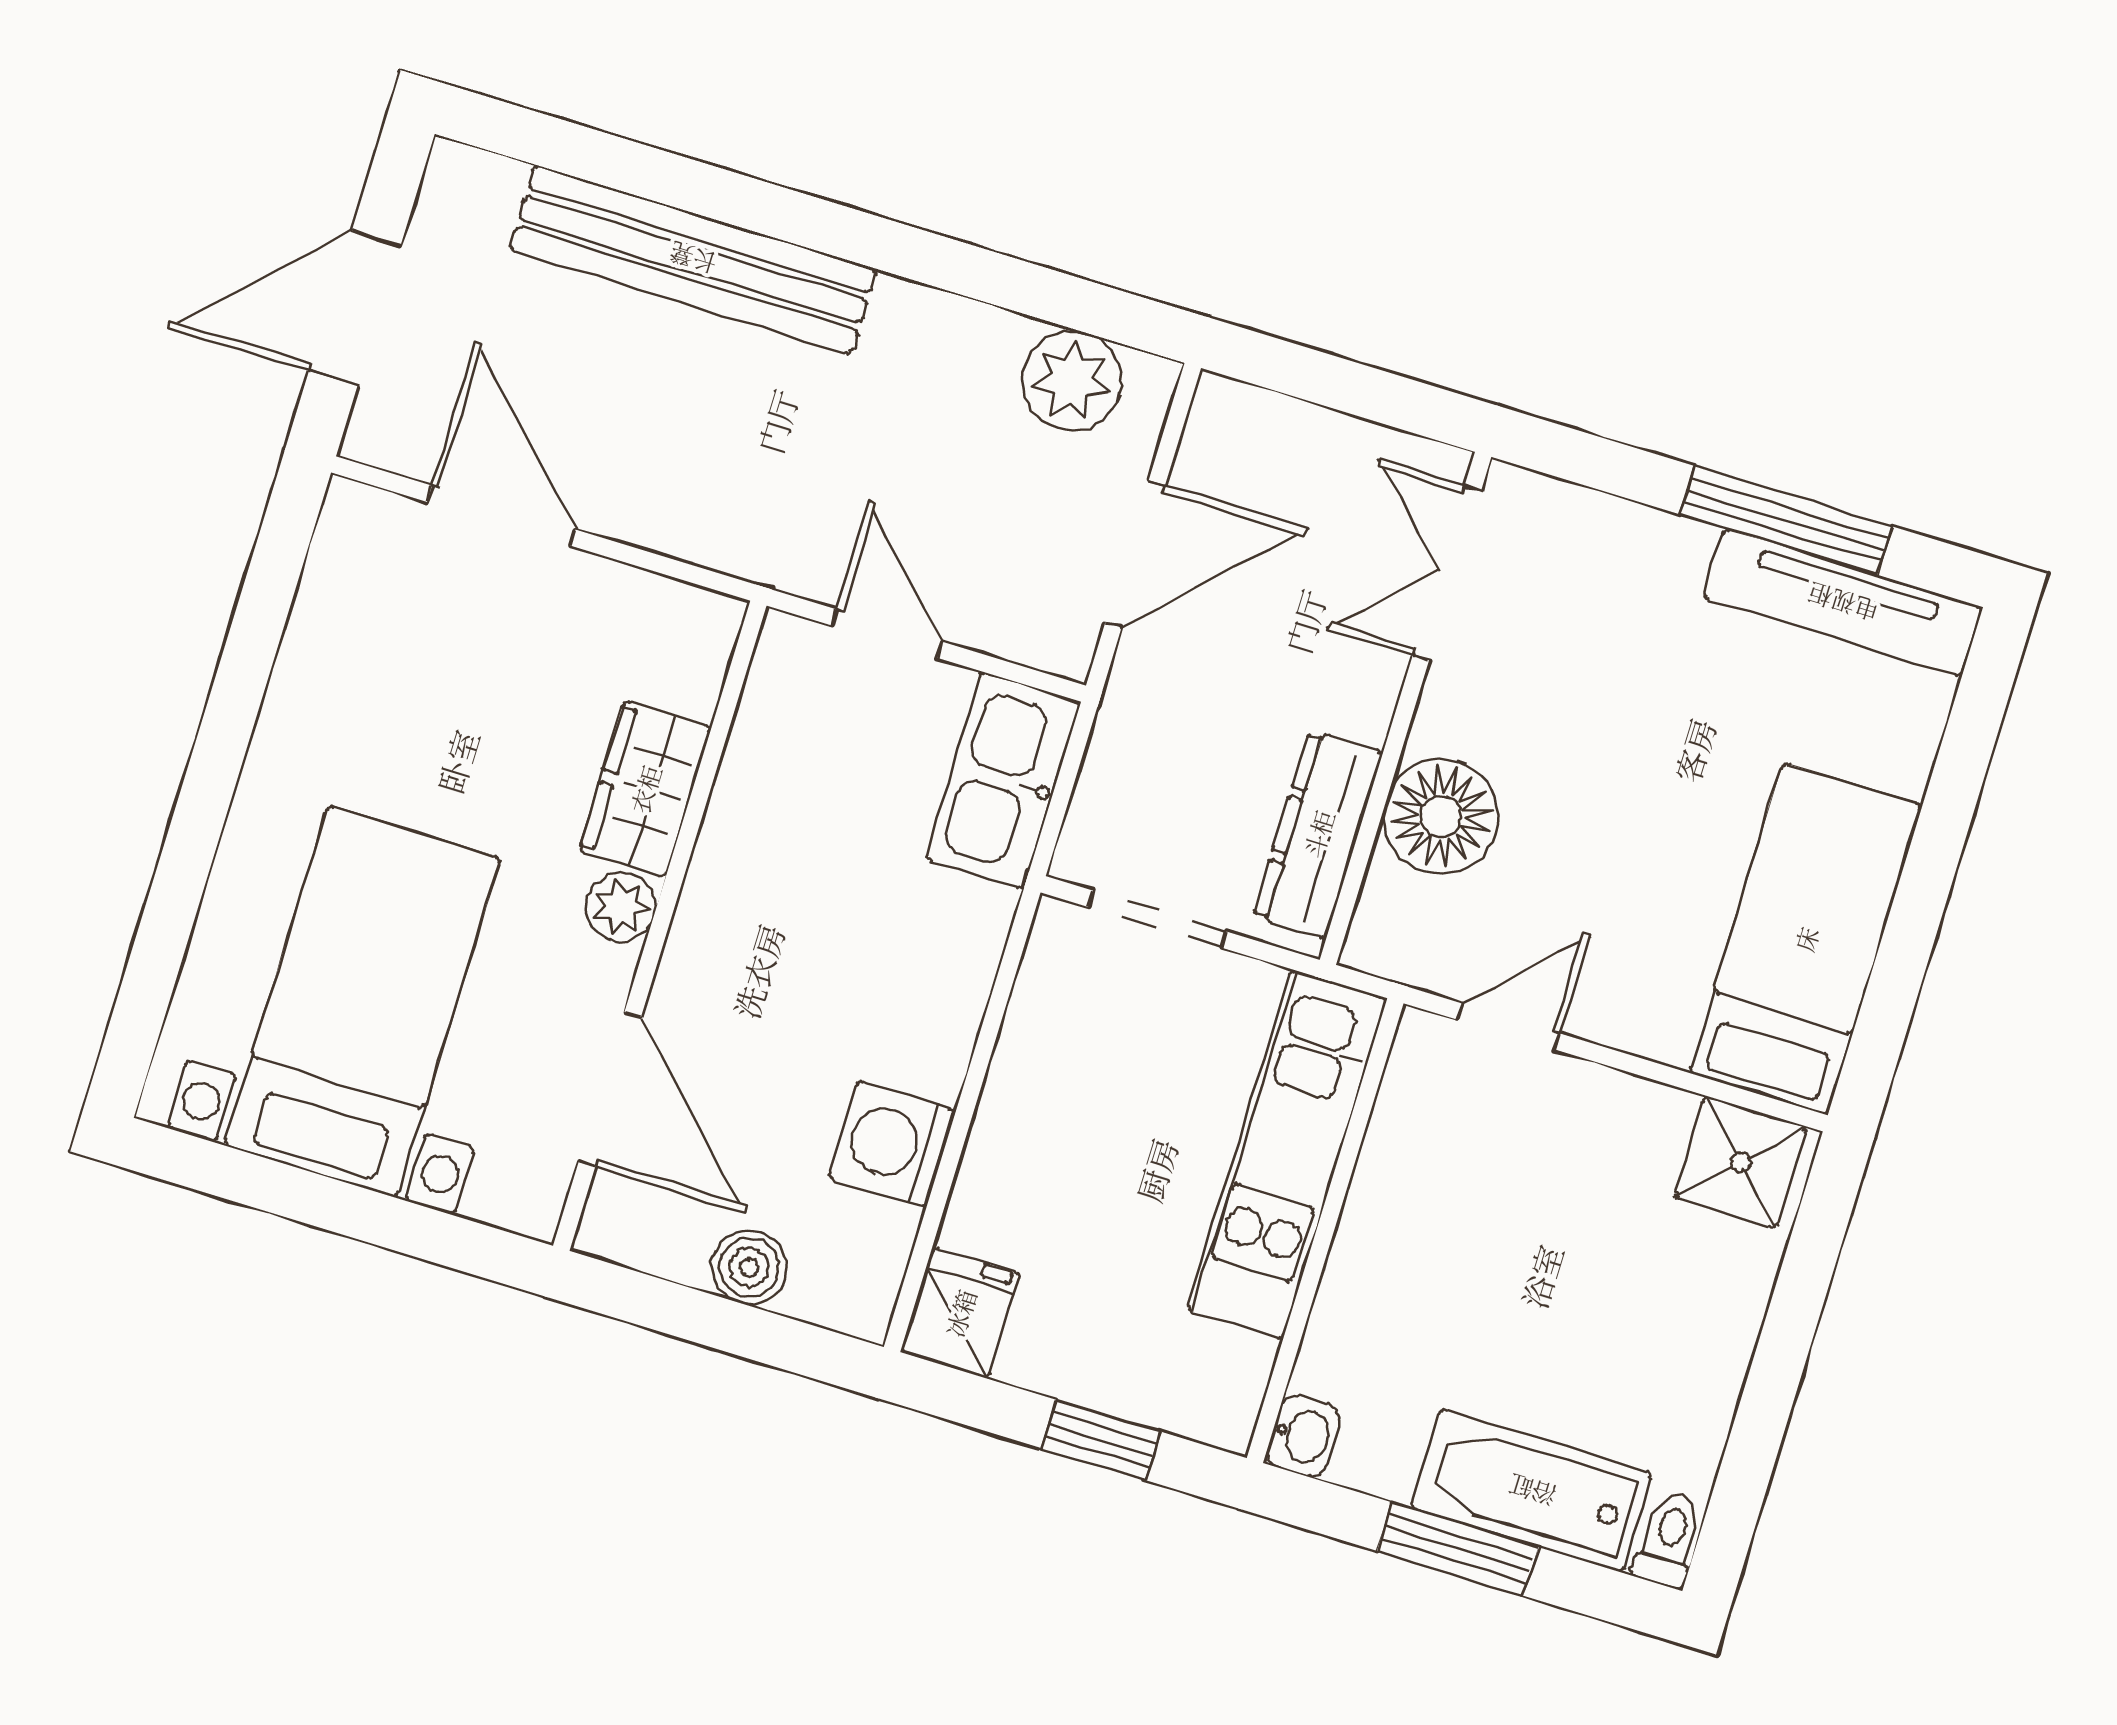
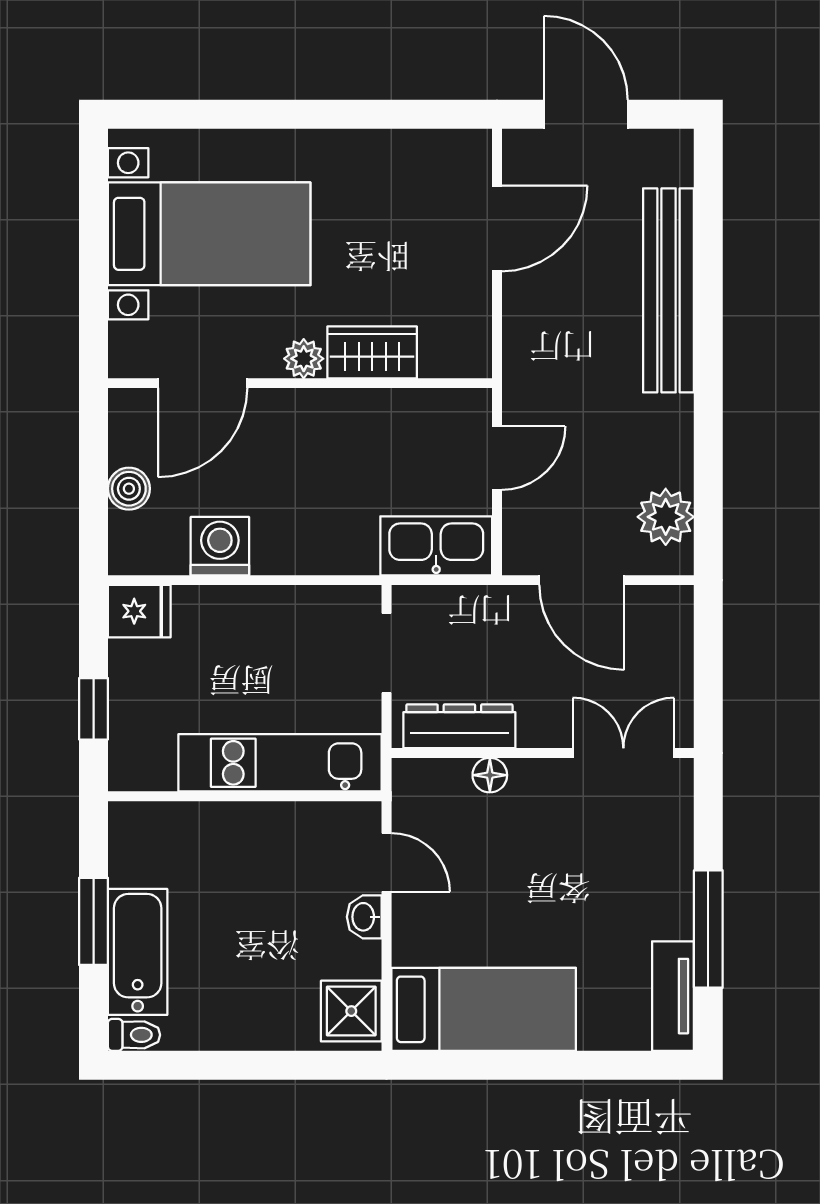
tv unit: (1843, 603) -> (673, 996), width x0.71
floor lamp: (1441, 816) -> (490, 775), width x0.53, depth x0.53
washbasin: (1303, 1436) -> (364, 917), moved, turned 90

